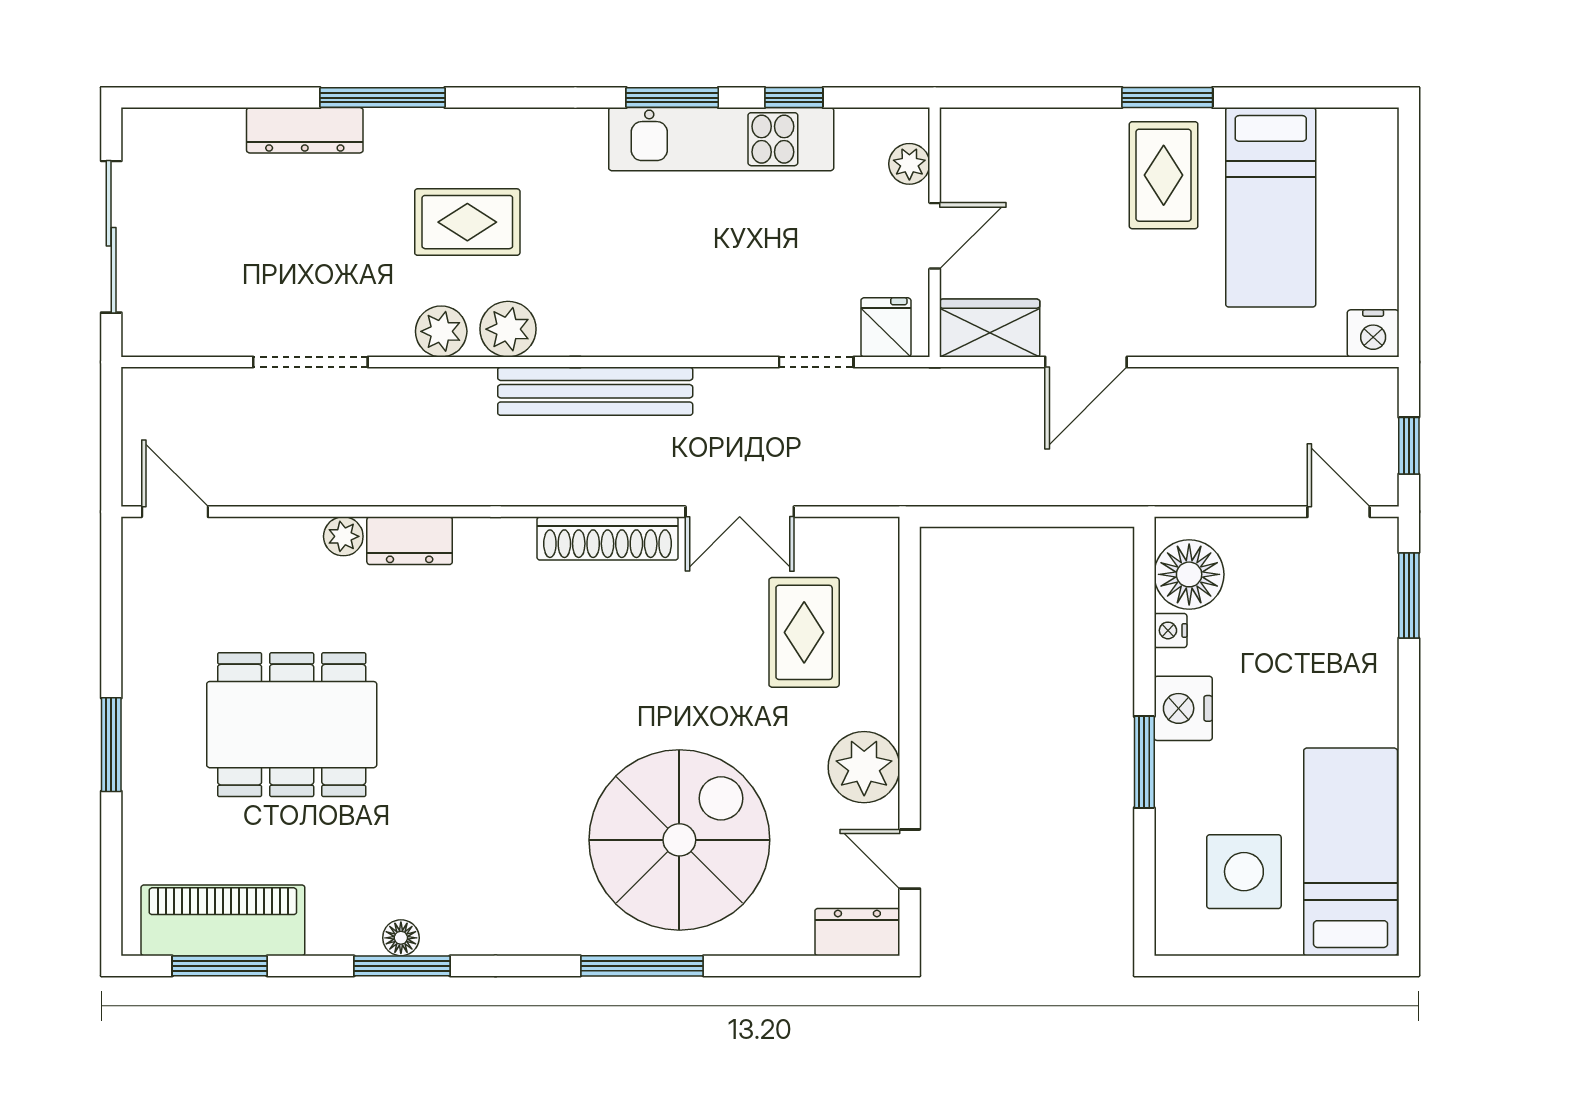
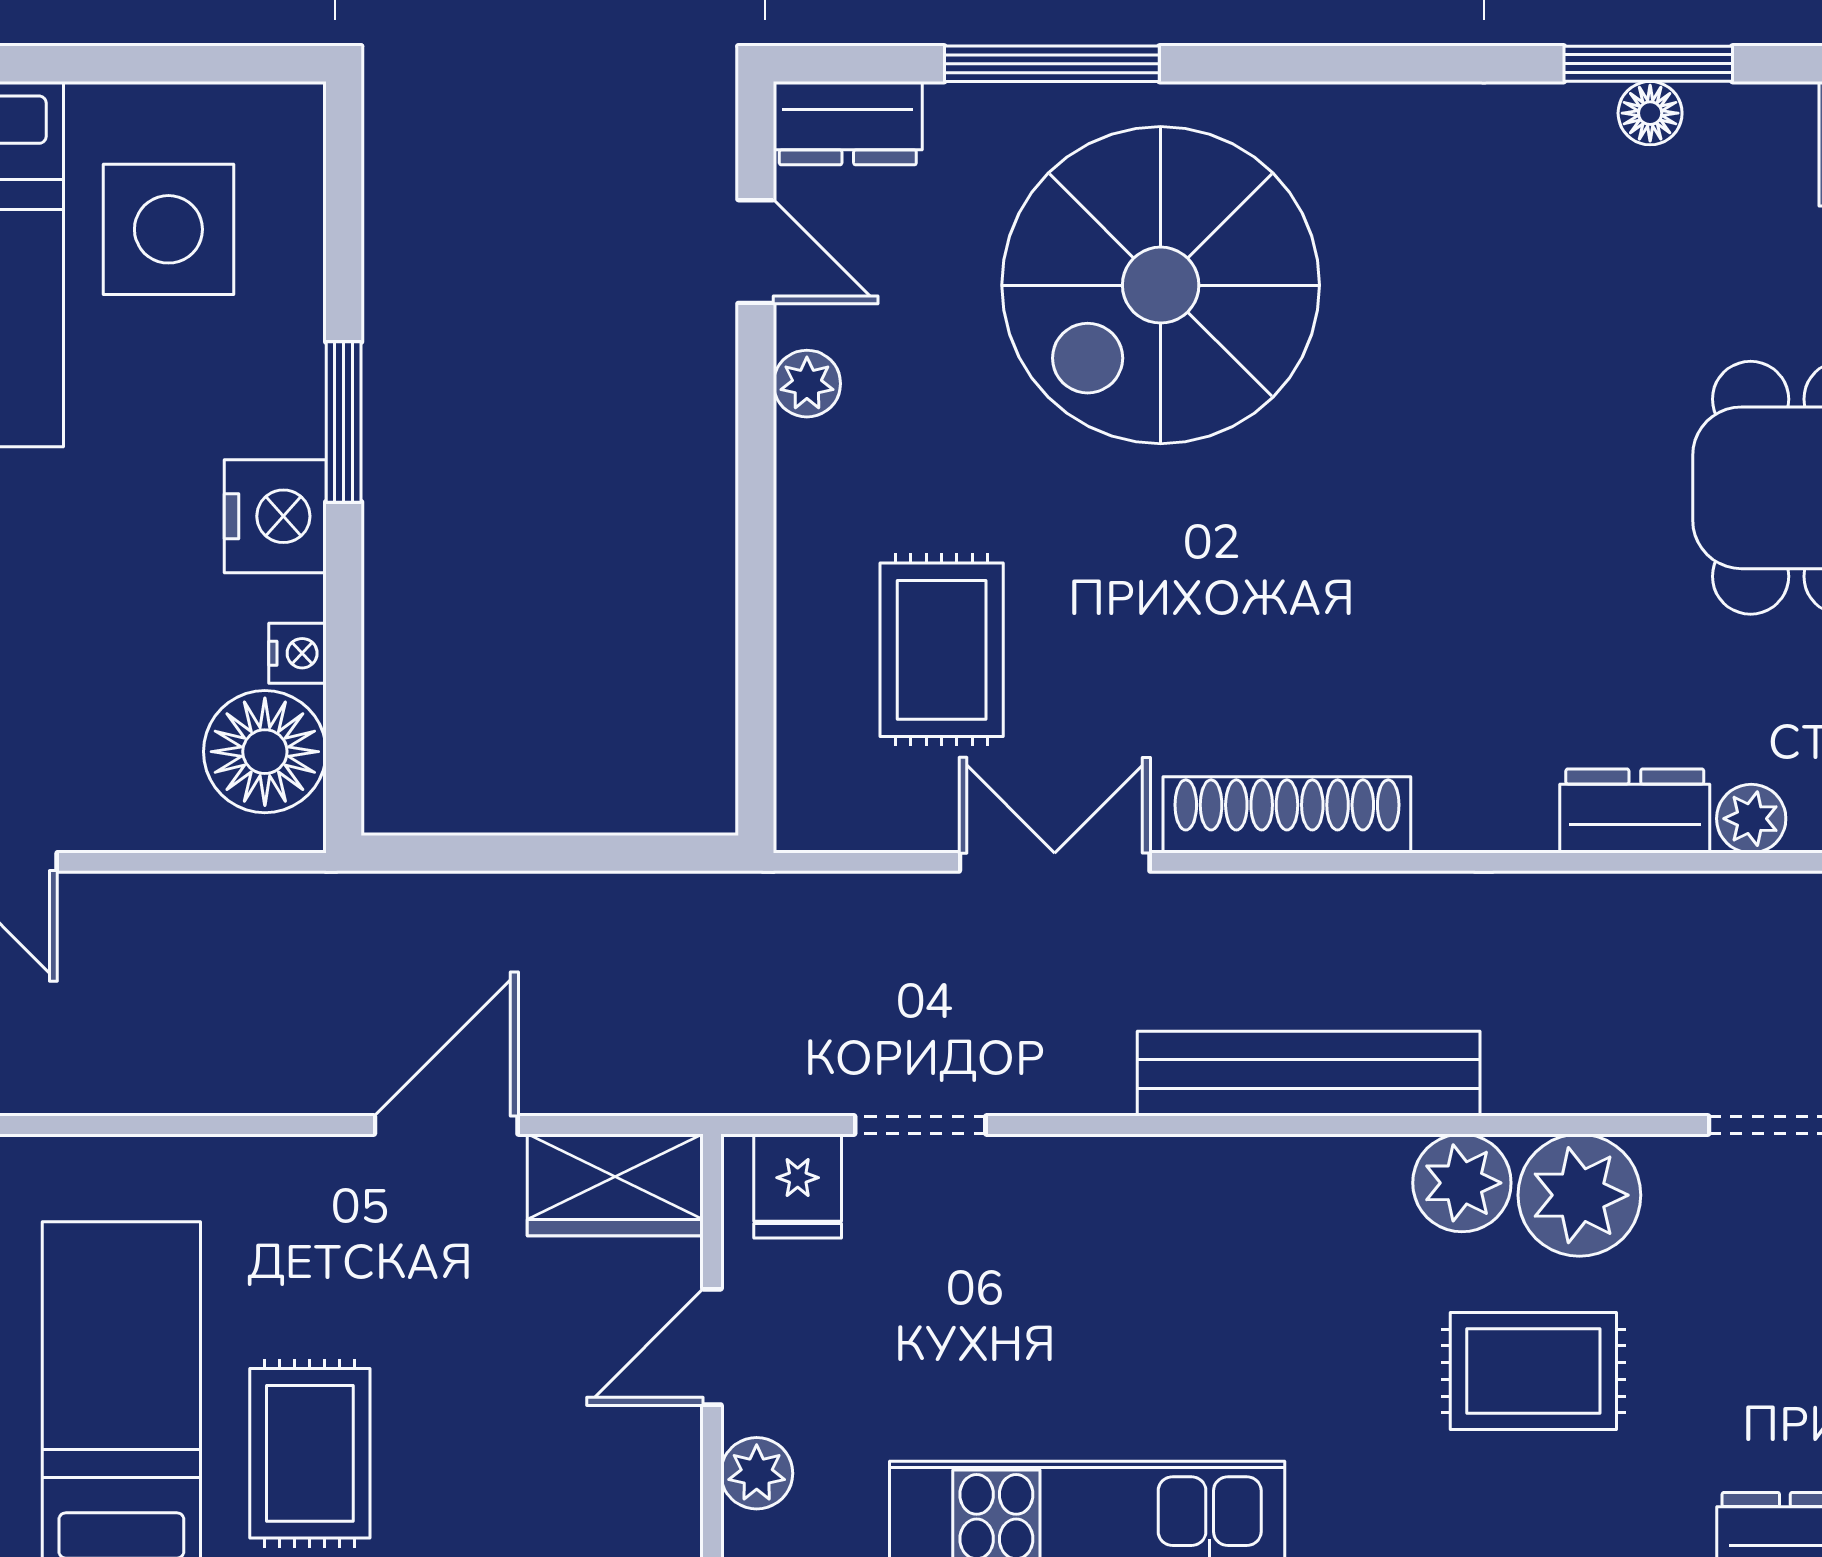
plant: (441, 331) -> (1579, 1195), width x1.36, depth x1.36
plant: (864, 767) -> (807, 384), width x0.53, depth x0.53
window: (642, 966) -> (1052, 64), moved

